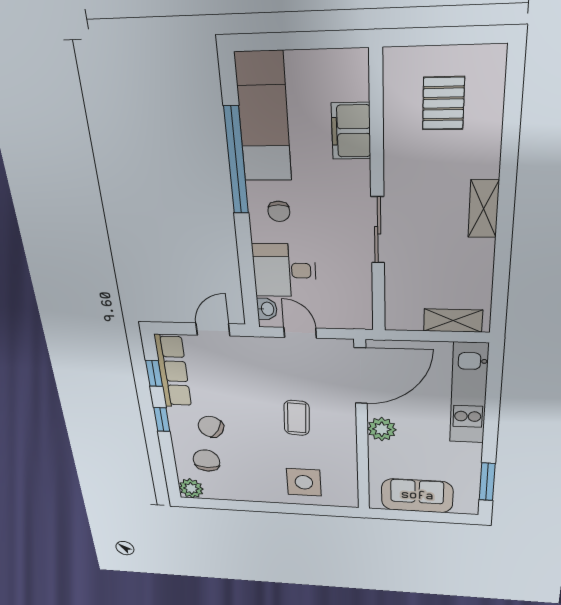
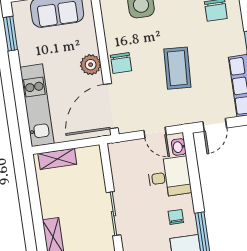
coffee table: (297, 418) -> (177, 68), moved, width x1.36, depth x1.30
chair: (211, 427) -> (121, 63), moved, turned 59

